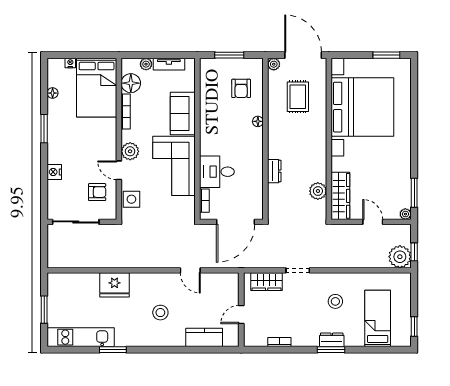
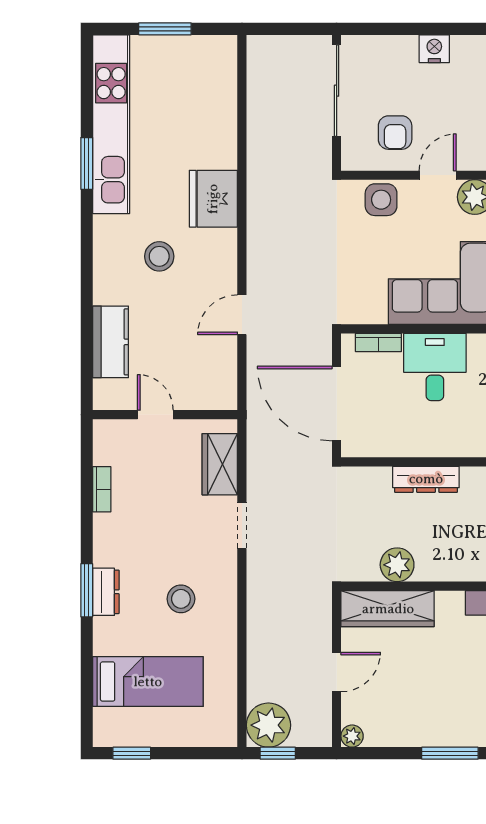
dresser: (274, 171) -> (426, 479), width x1.44
window: (414, 193) -> (450, 753), moved
fridge: (114, 285) -> (213, 199), moved
kitchen unit: (81, 337) -> (111, 124), width x1.36

